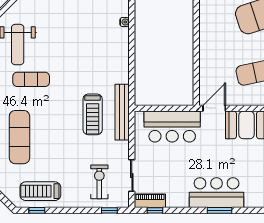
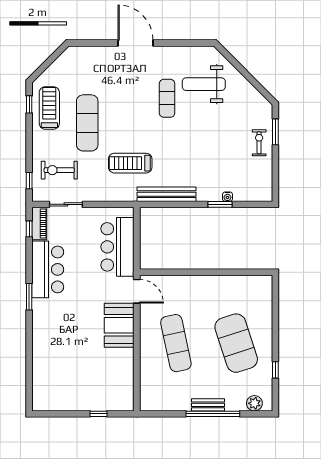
window: (132, 29) -> (220, 204), added
bench: (122, 112) -> (167, 194), moved
exercise mat: (19, 137) -> (87, 123), moved, turned 90
exercise bike: (99, 182) -> (59, 170), turned 180
bar counter: (217, 193) -> (48, 269), moved

